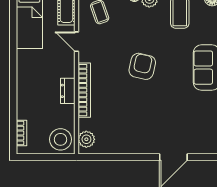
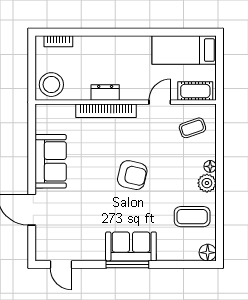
plant: (86, 139) -> (52, 113), removed
sofa: (130, 140) -> (51, 161), added

